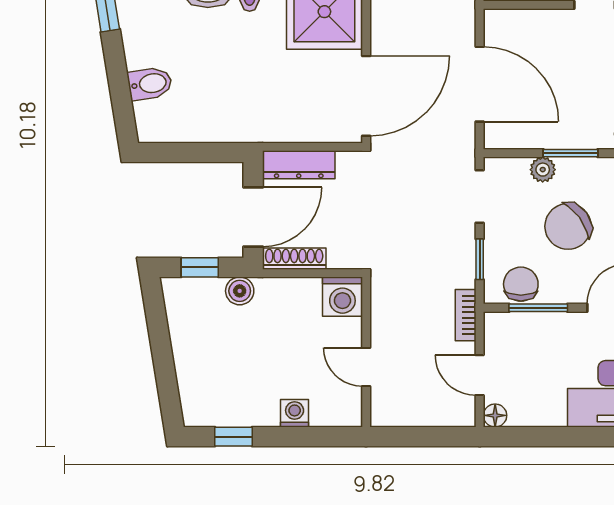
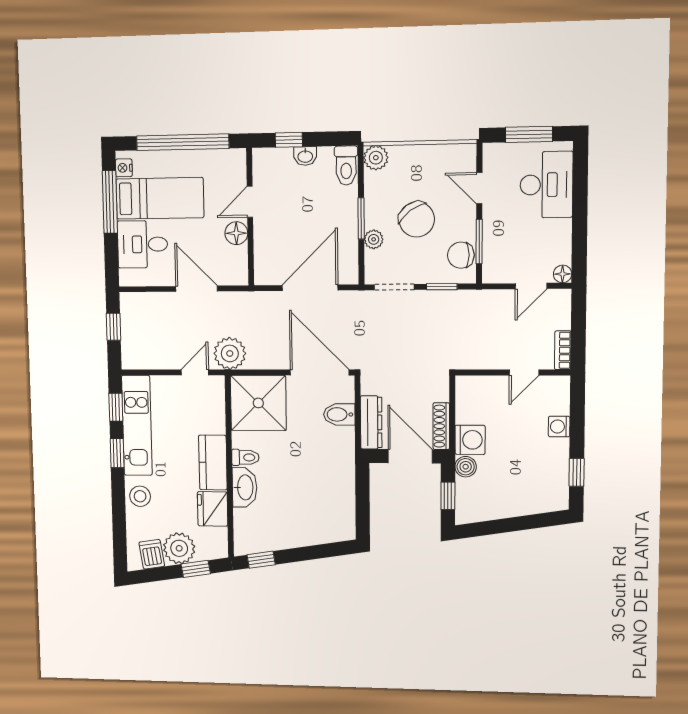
bidet: (150, 84) -> (339, 414), moved, turned -81
washing machine: (342, 297) -> (470, 440), moved
bookcase: (466, 315) -> (563, 350), moved, turned 90

